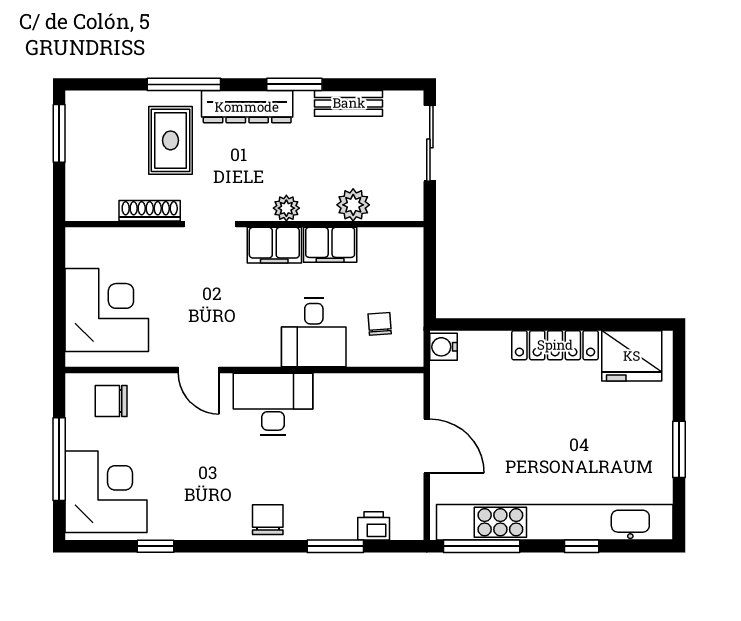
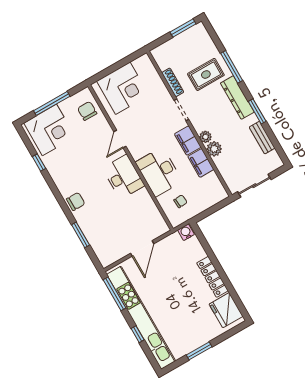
sliding door: (430, 143) -> (254, 186), moved
plant: (353, 205) -> (214, 149), moved
desk: (314, 332) -> (159, 172), width x1.37
printer: (374, 526) -> (98, 246), removed

